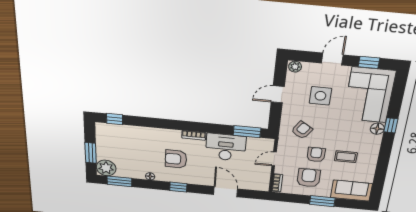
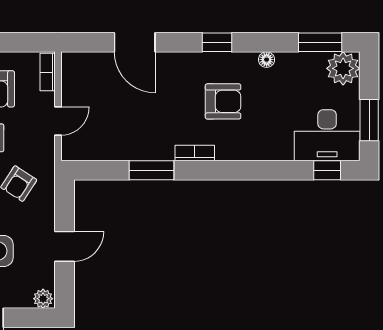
window: (247, 132) -> (151, 170), moved
desk: (226, 147) -> (327, 135), moved
window: (91, 153) -> (369, 120), moved

